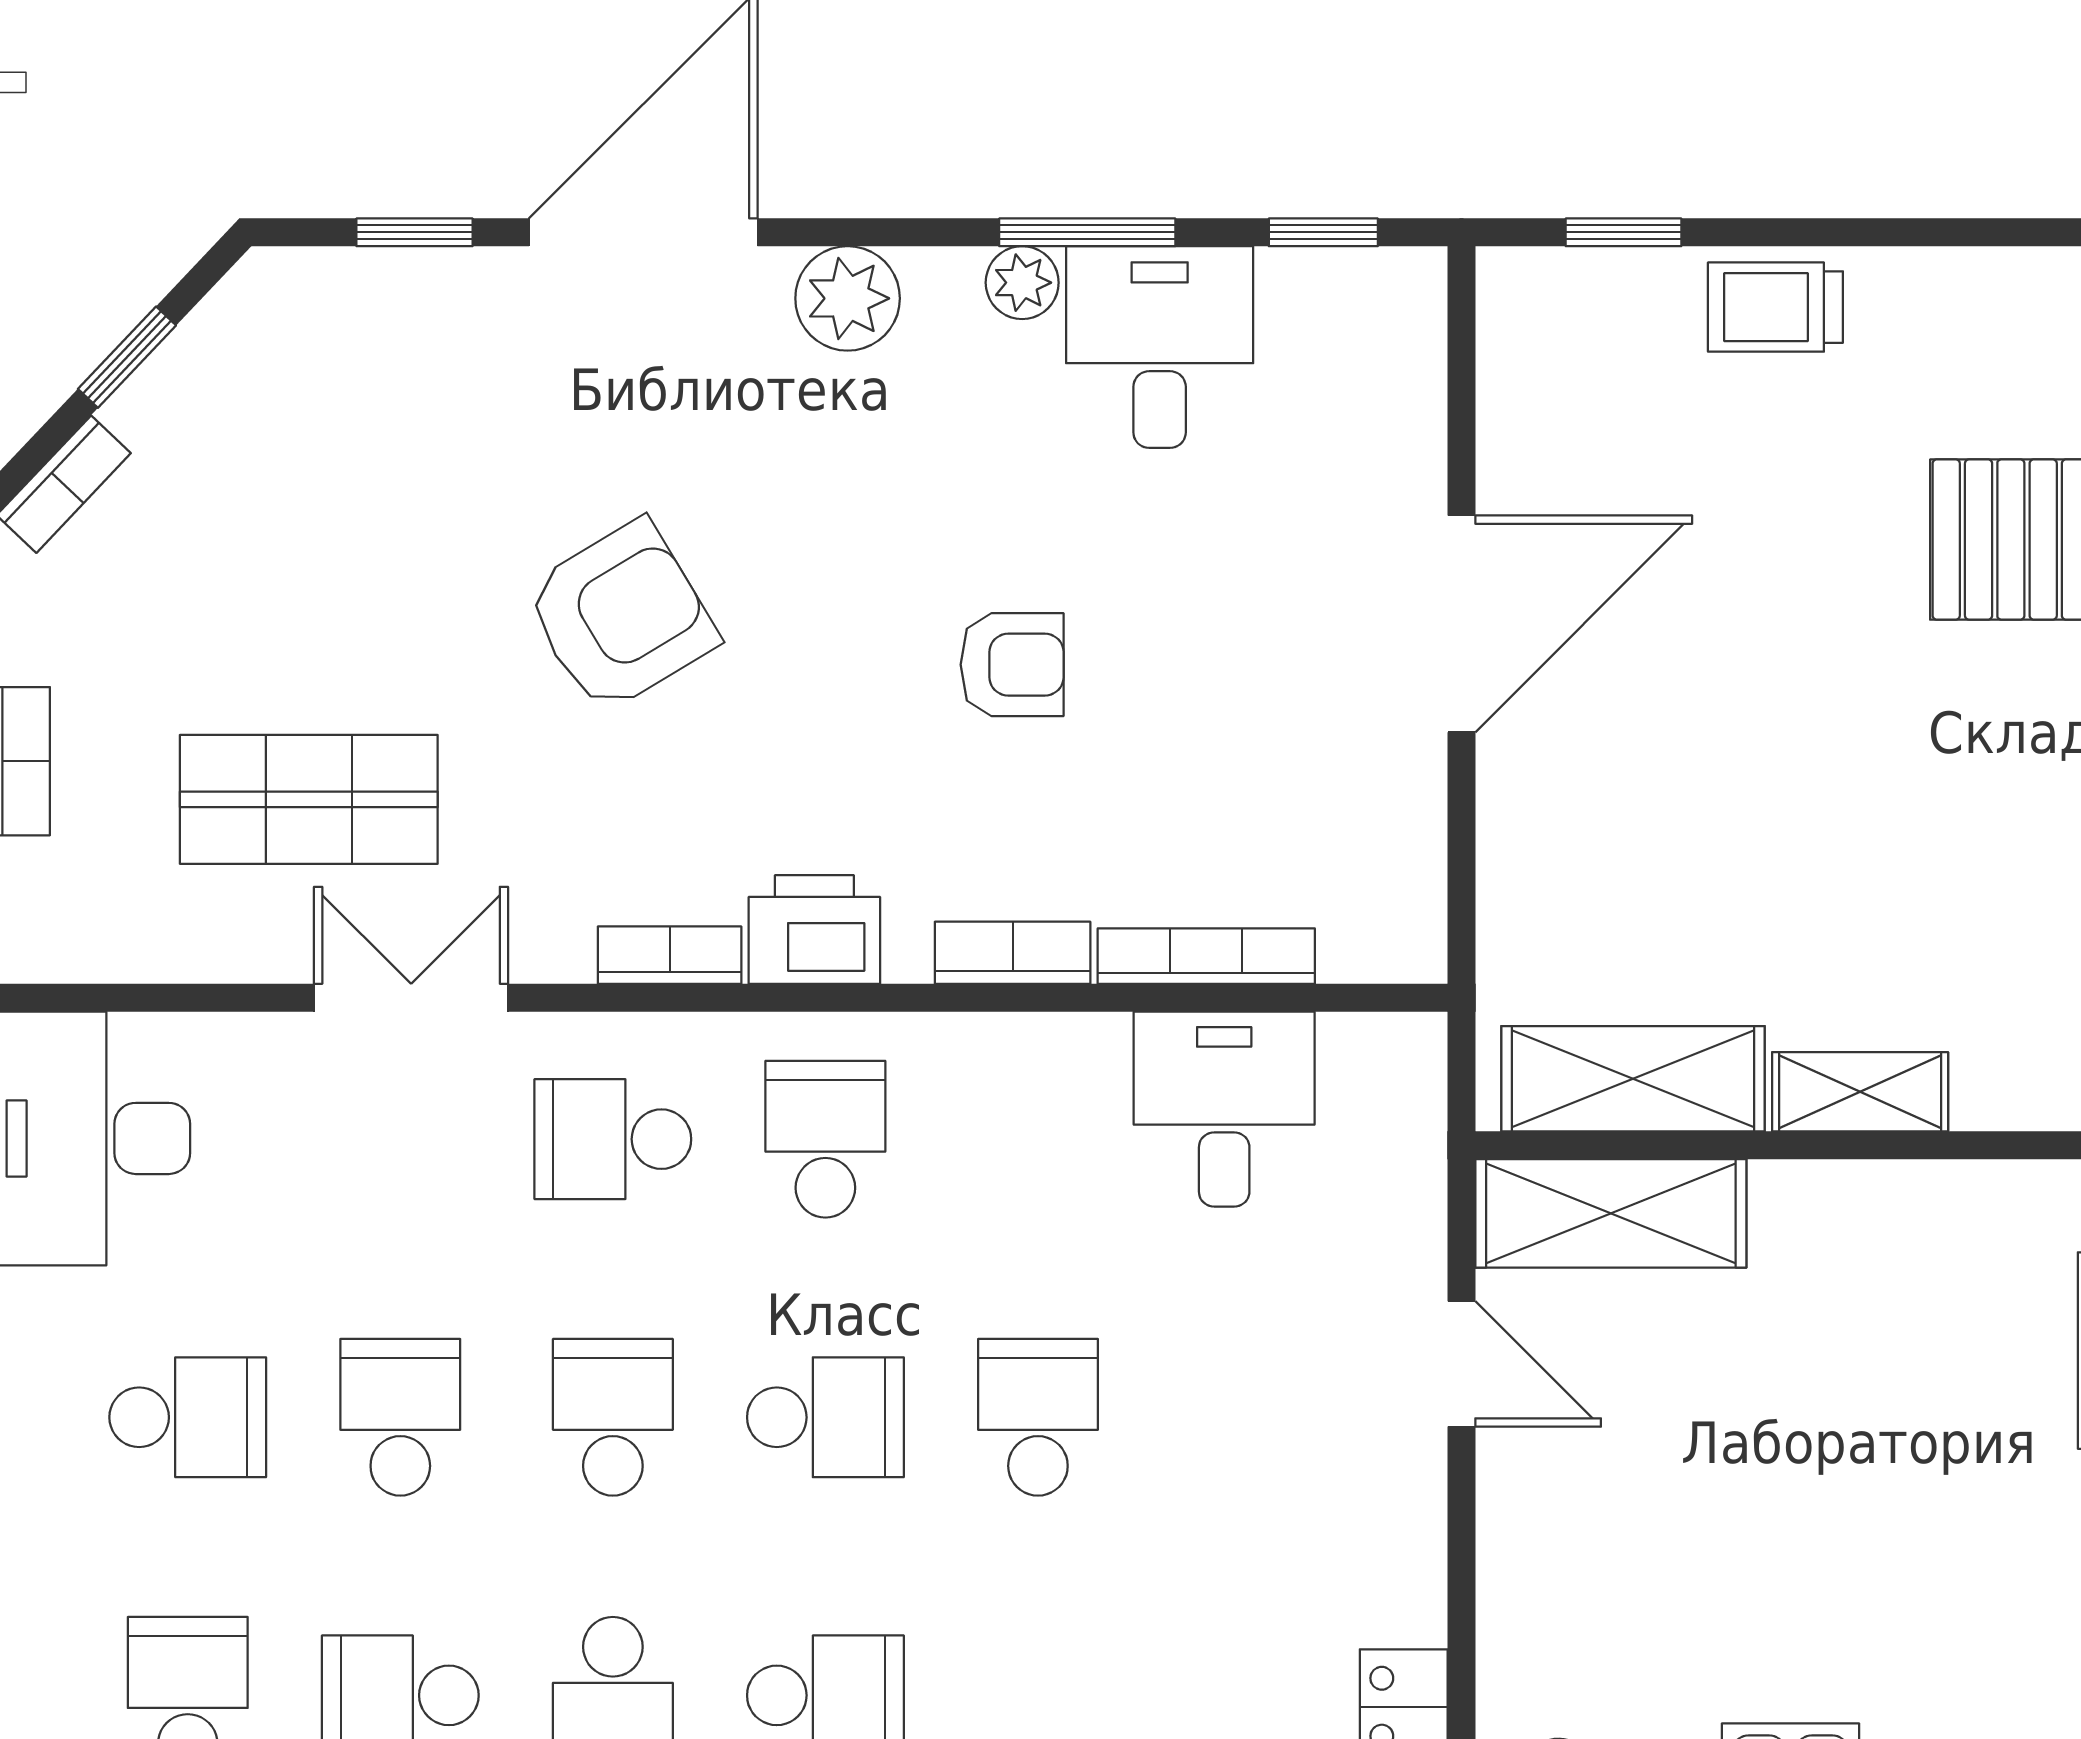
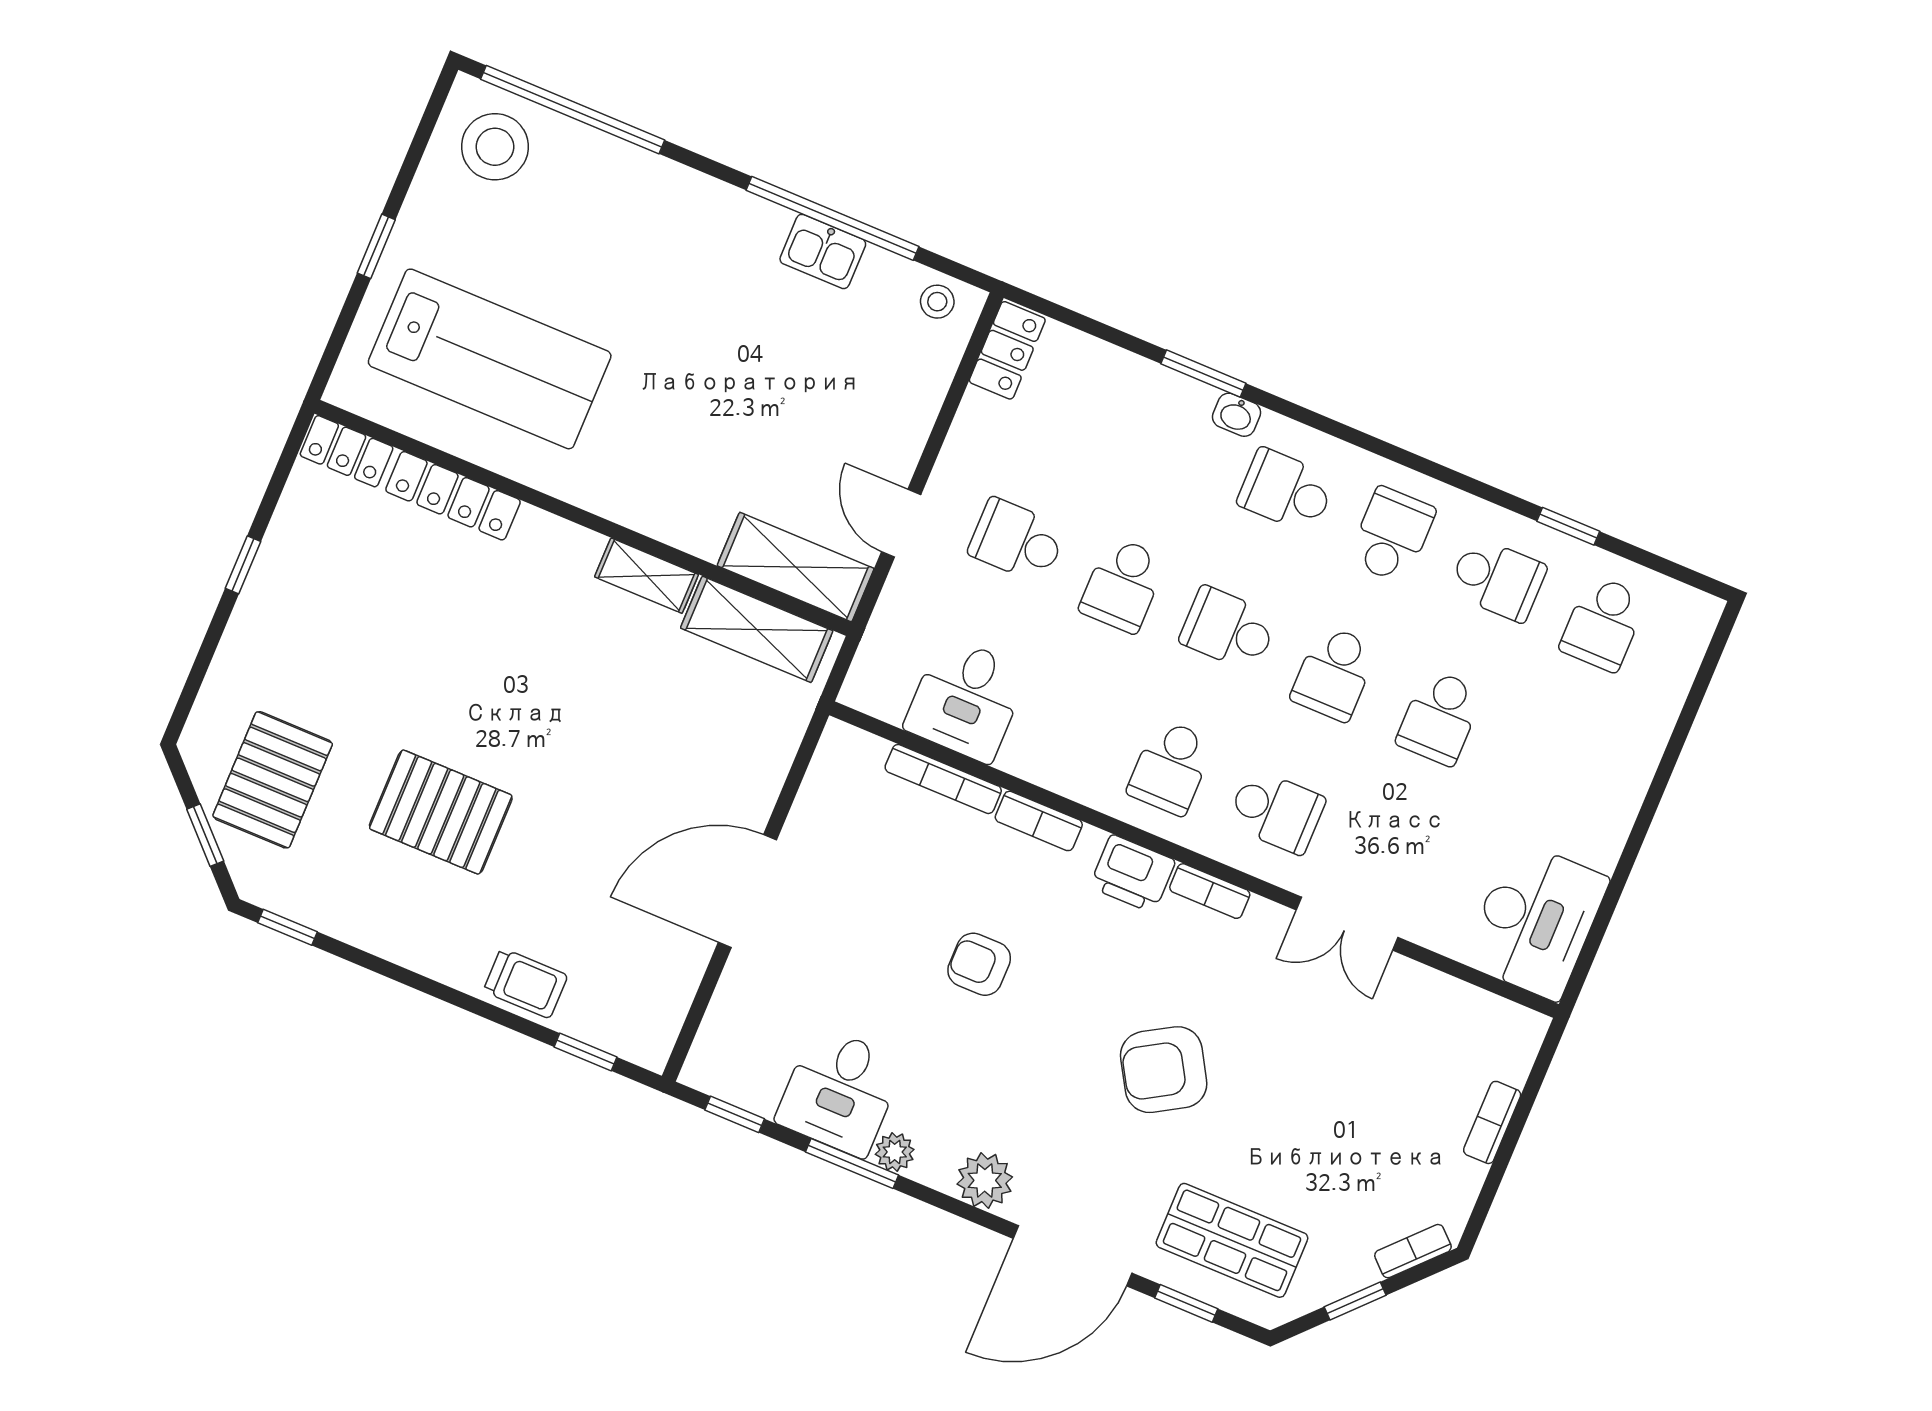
shop shelf: (309, 799) -> (1232, 1240), moved
school desk: (188, 1417) -> (1017, 541), moved

